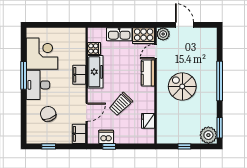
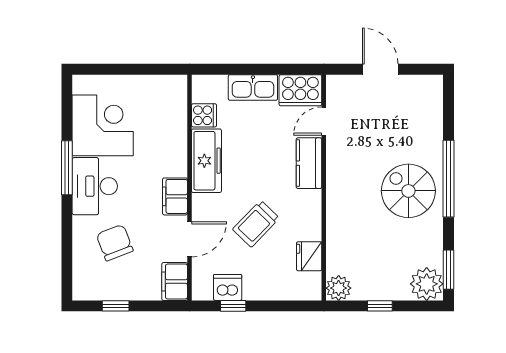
plant: (163, 34) -> (339, 288), moved
filing cabinet: (79, 75) -> (175, 196), moved
spiral stairs: (182, 86) -> (408, 191), moved

